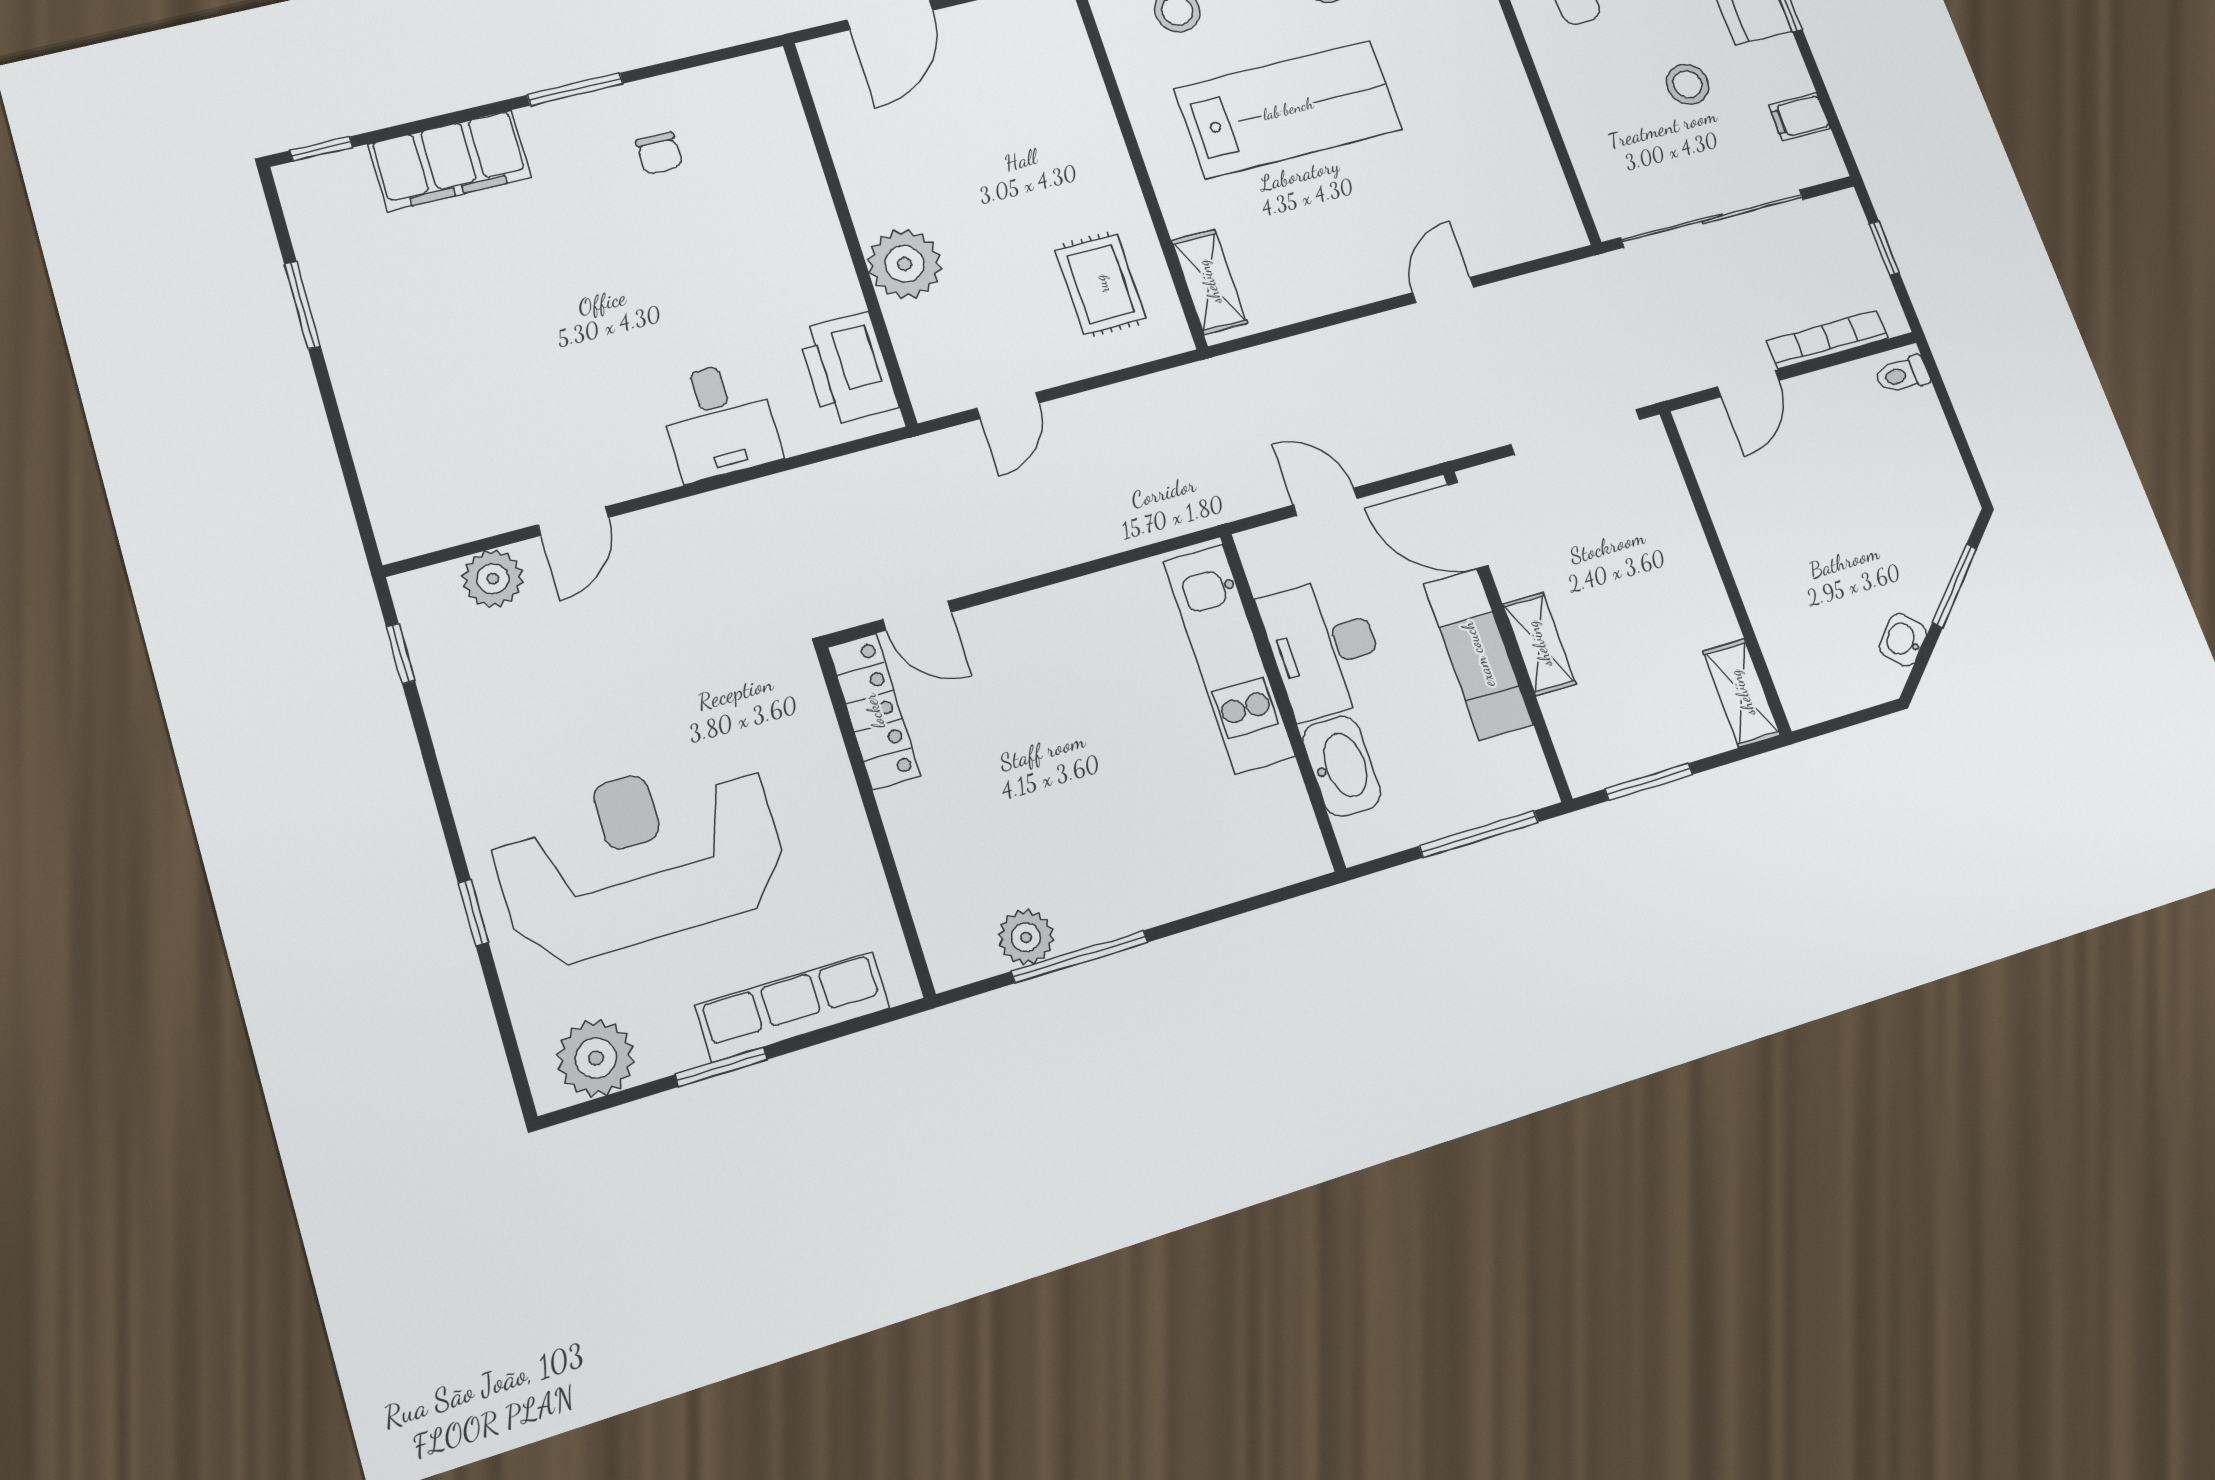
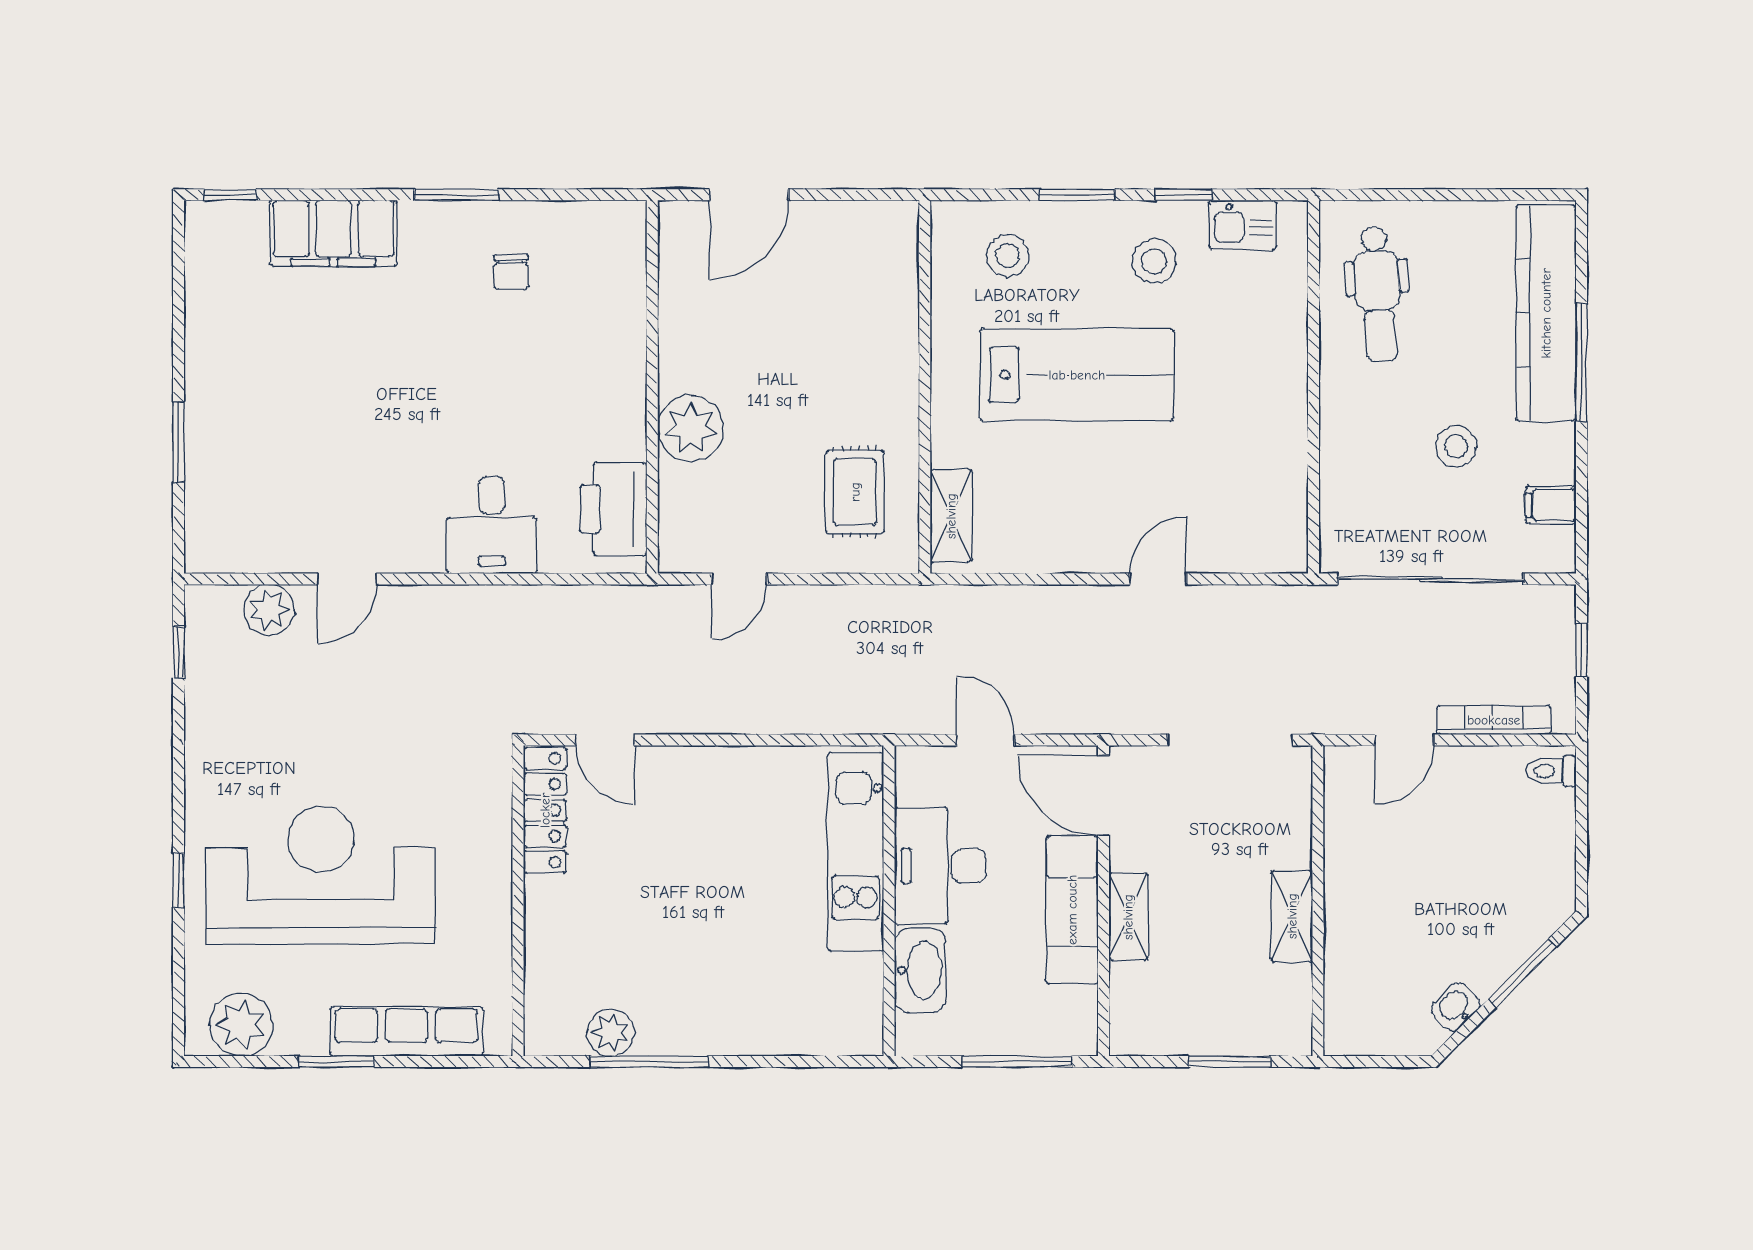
window: (302, 305) -> (179, 442), moved
shelving: (1742, 693) -> (1292, 916), moved
window: (1649, 782) -> (1230, 1062), moved

